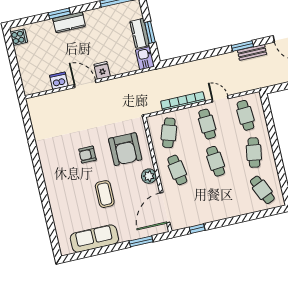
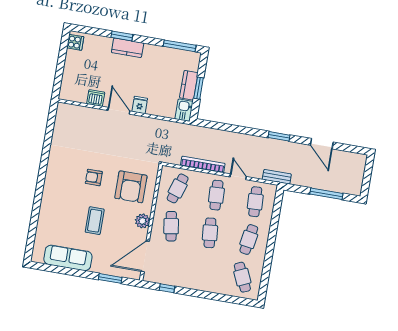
bench: (252, 52) -> (277, 177), moved

